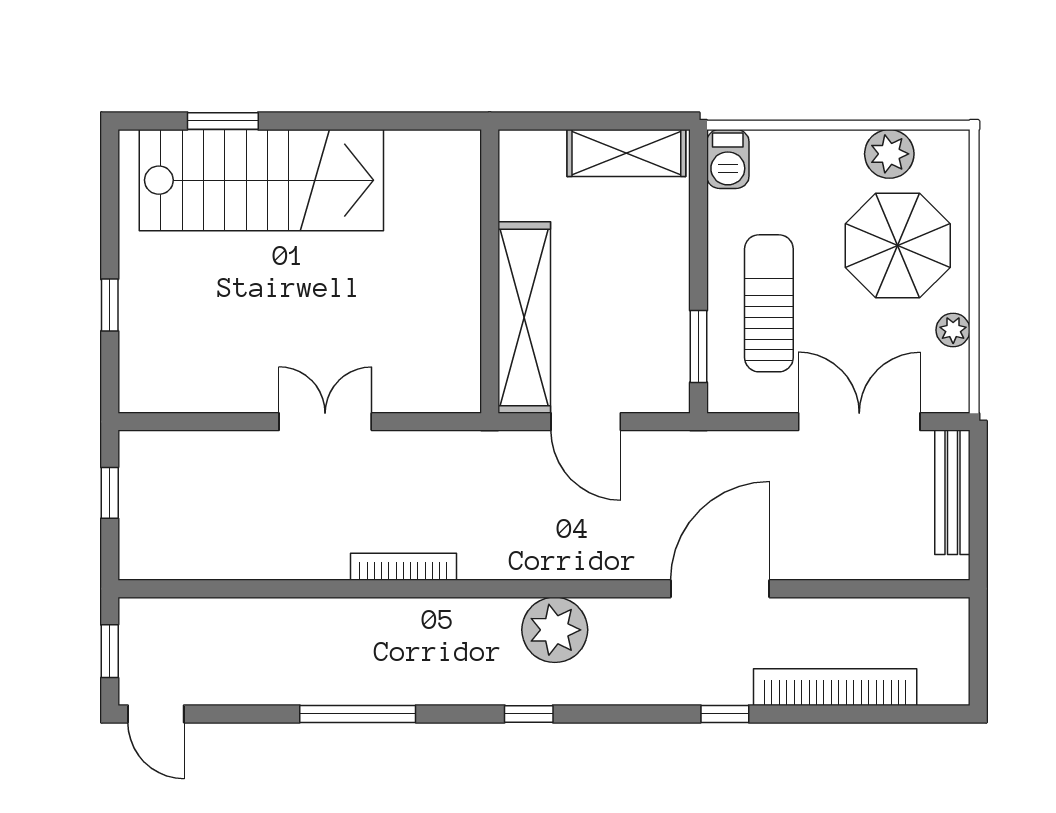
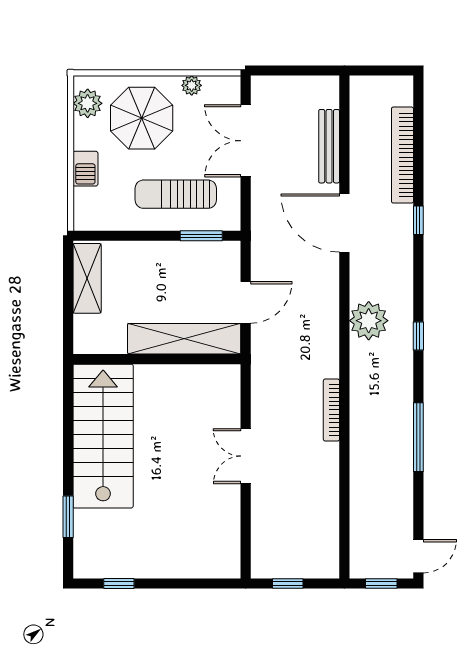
plant: (889, 154) -> (88, 103), moved
barbecue: (728, 159) -> (85, 169), moved, turned 90
stairs: (261, 180) -> (103, 436), moved
window: (110, 305) -> (119, 584), moved
bench: (952, 492) -> (329, 146), moved, turned 90

